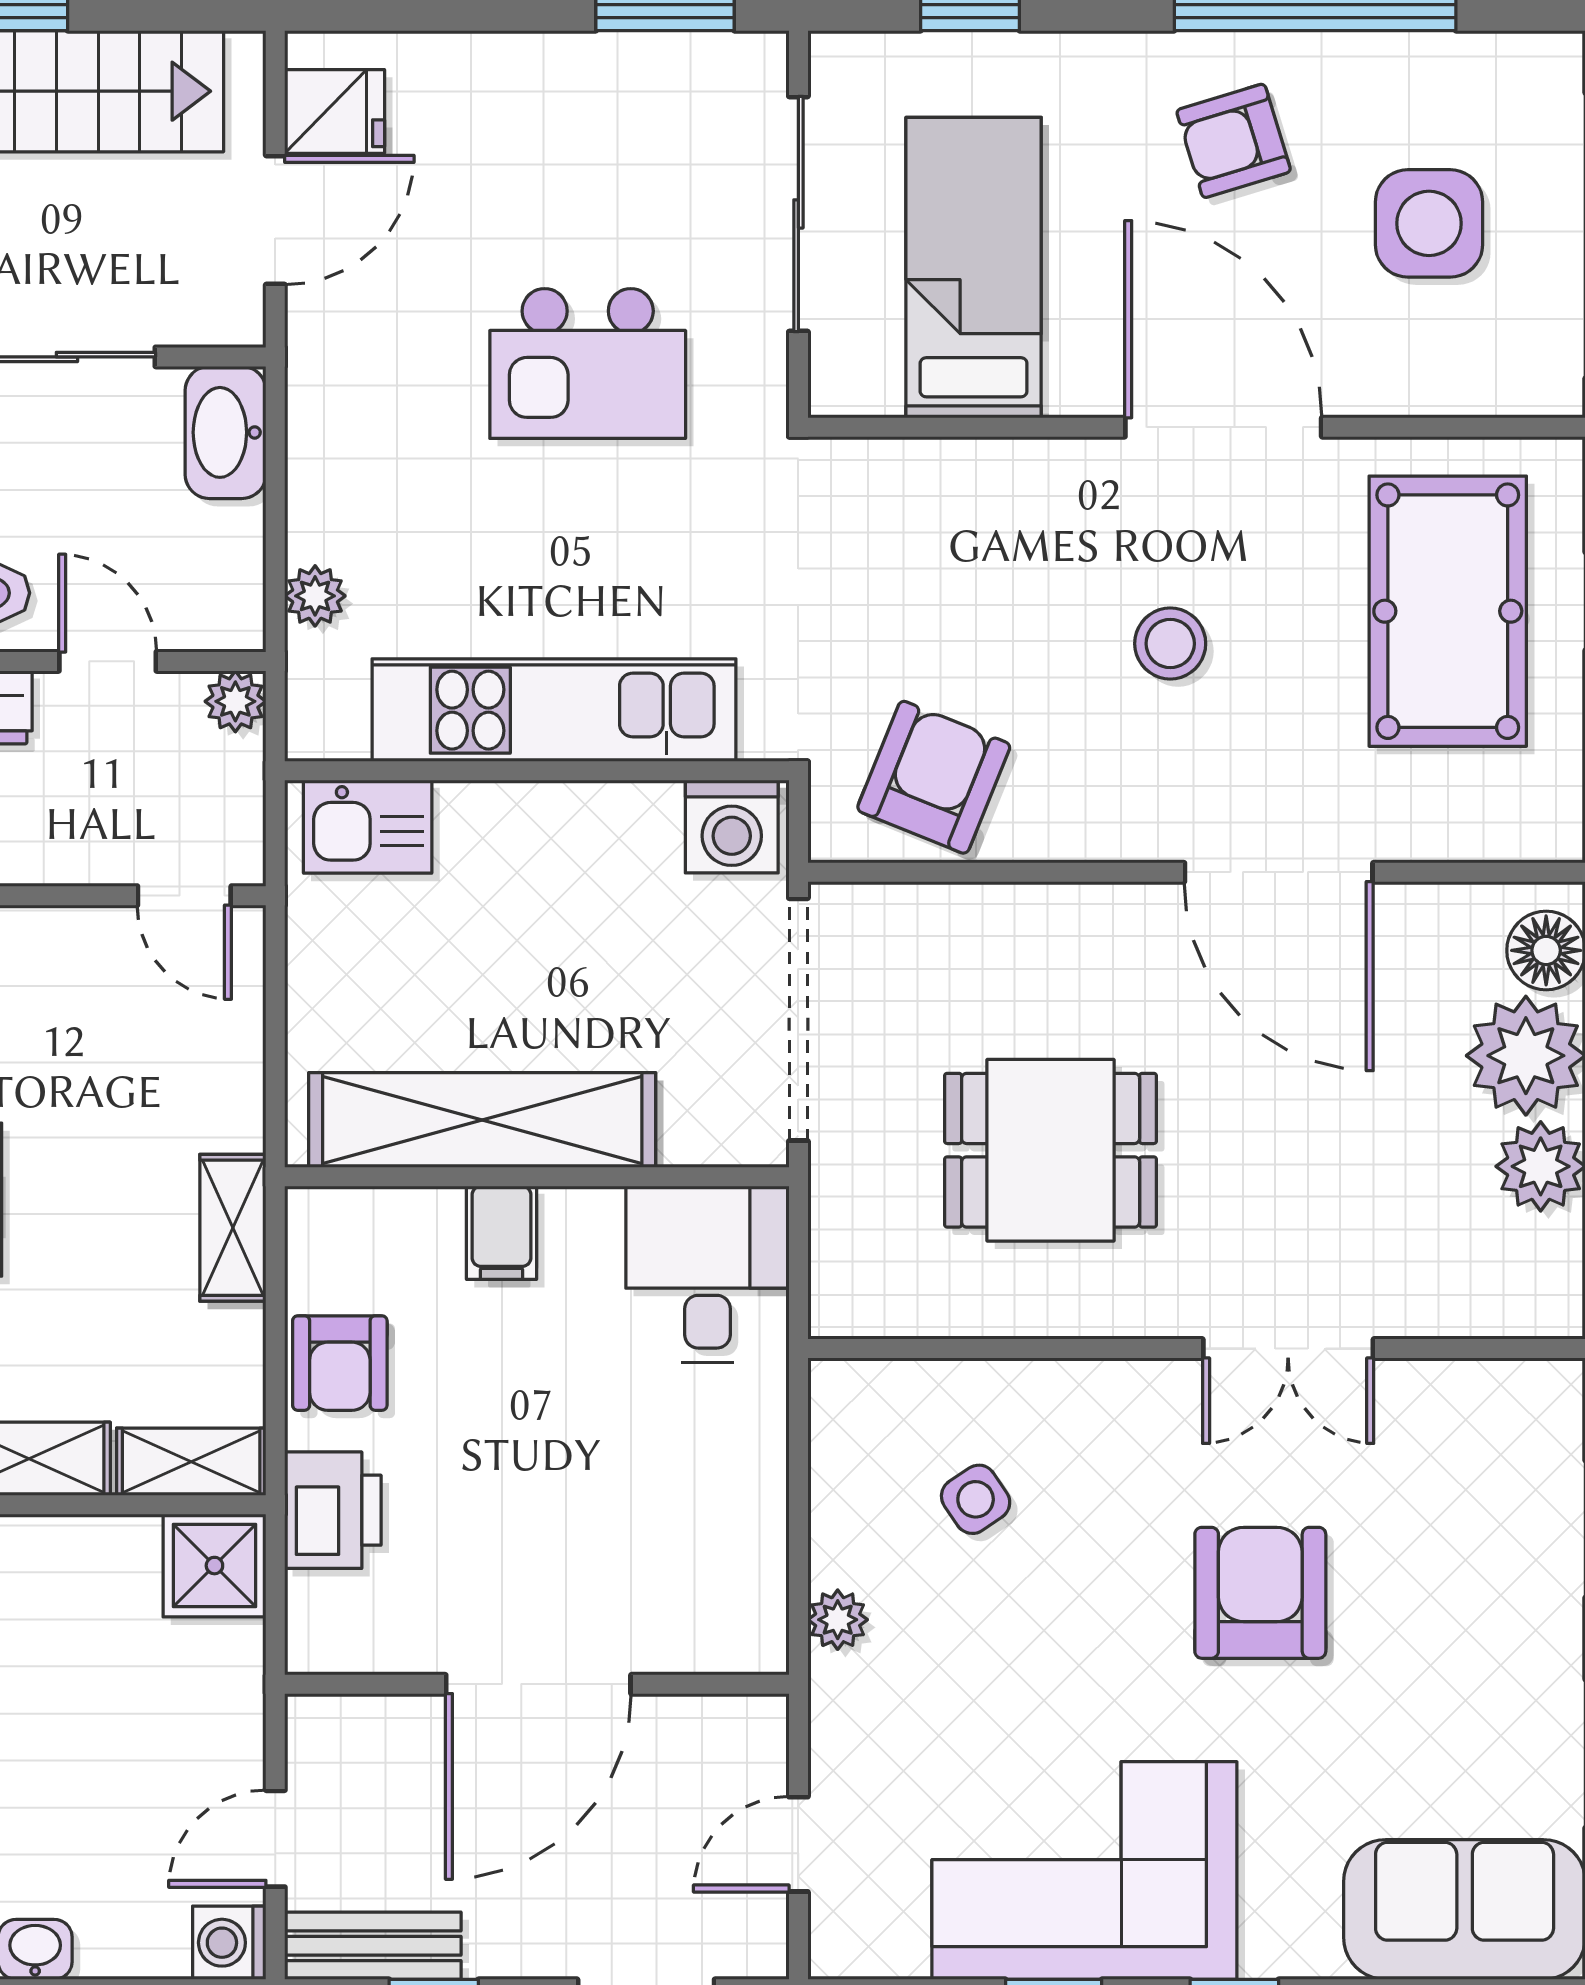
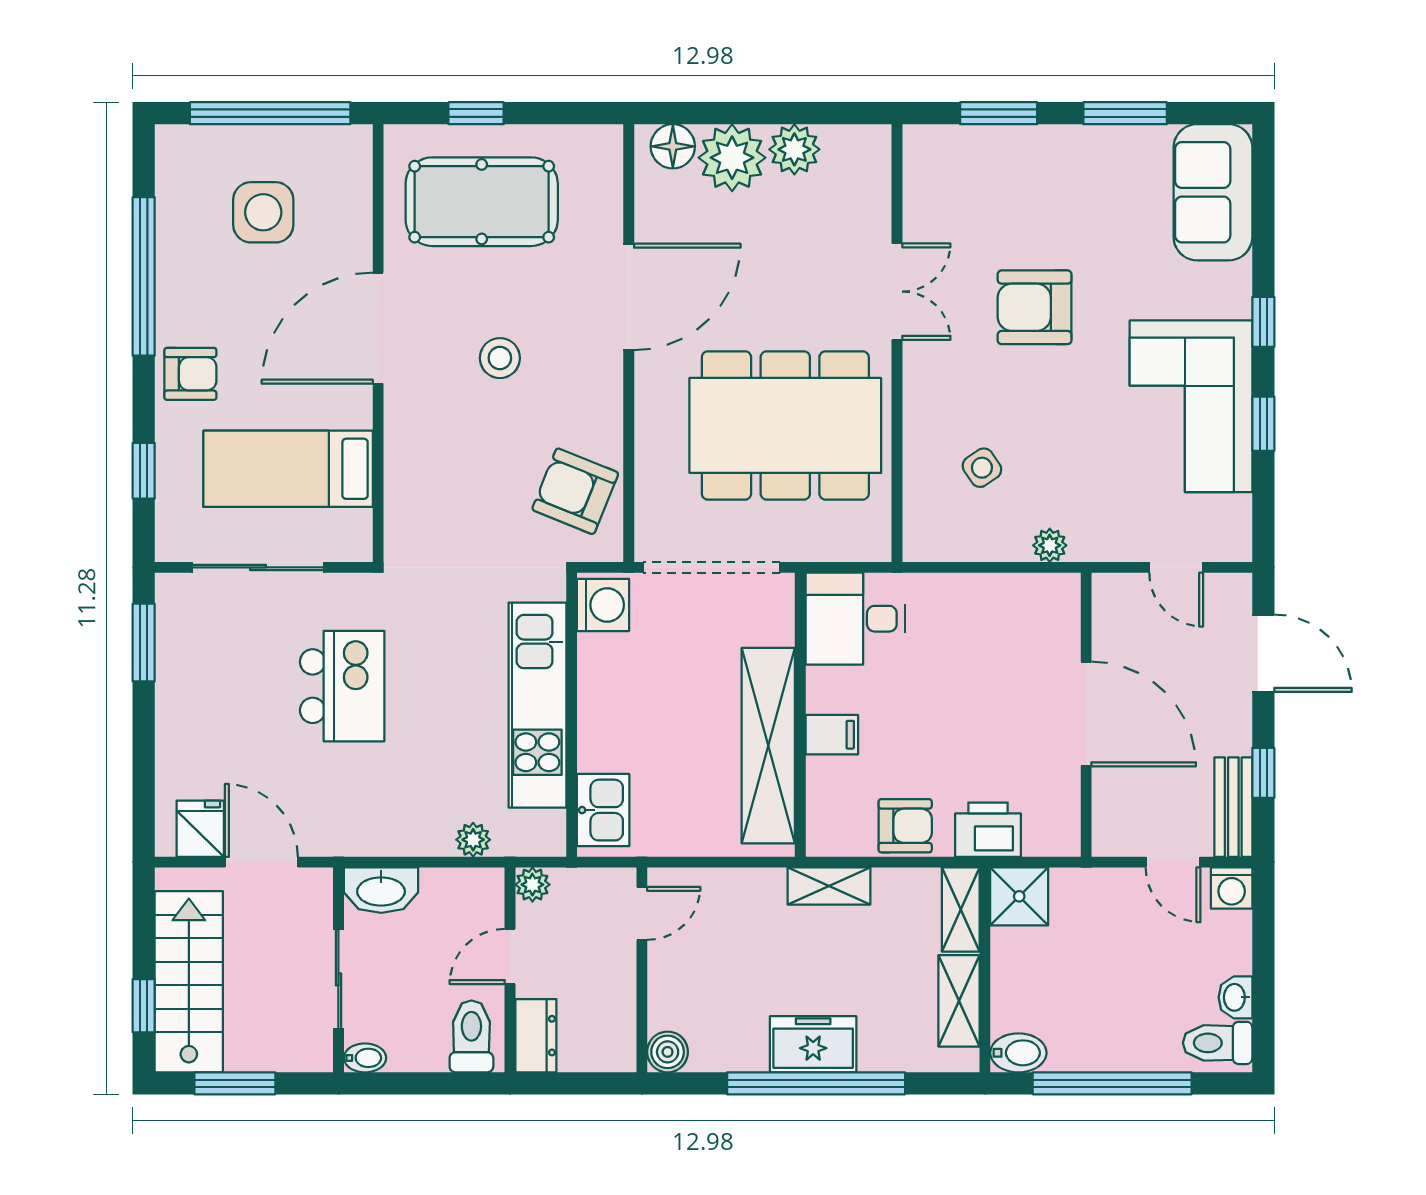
armchair: (1234, 141) -> (190, 374), moved, turned -73
dining table: (1051, 1150) -> (785, 425), width x1.88, depth x1.24

